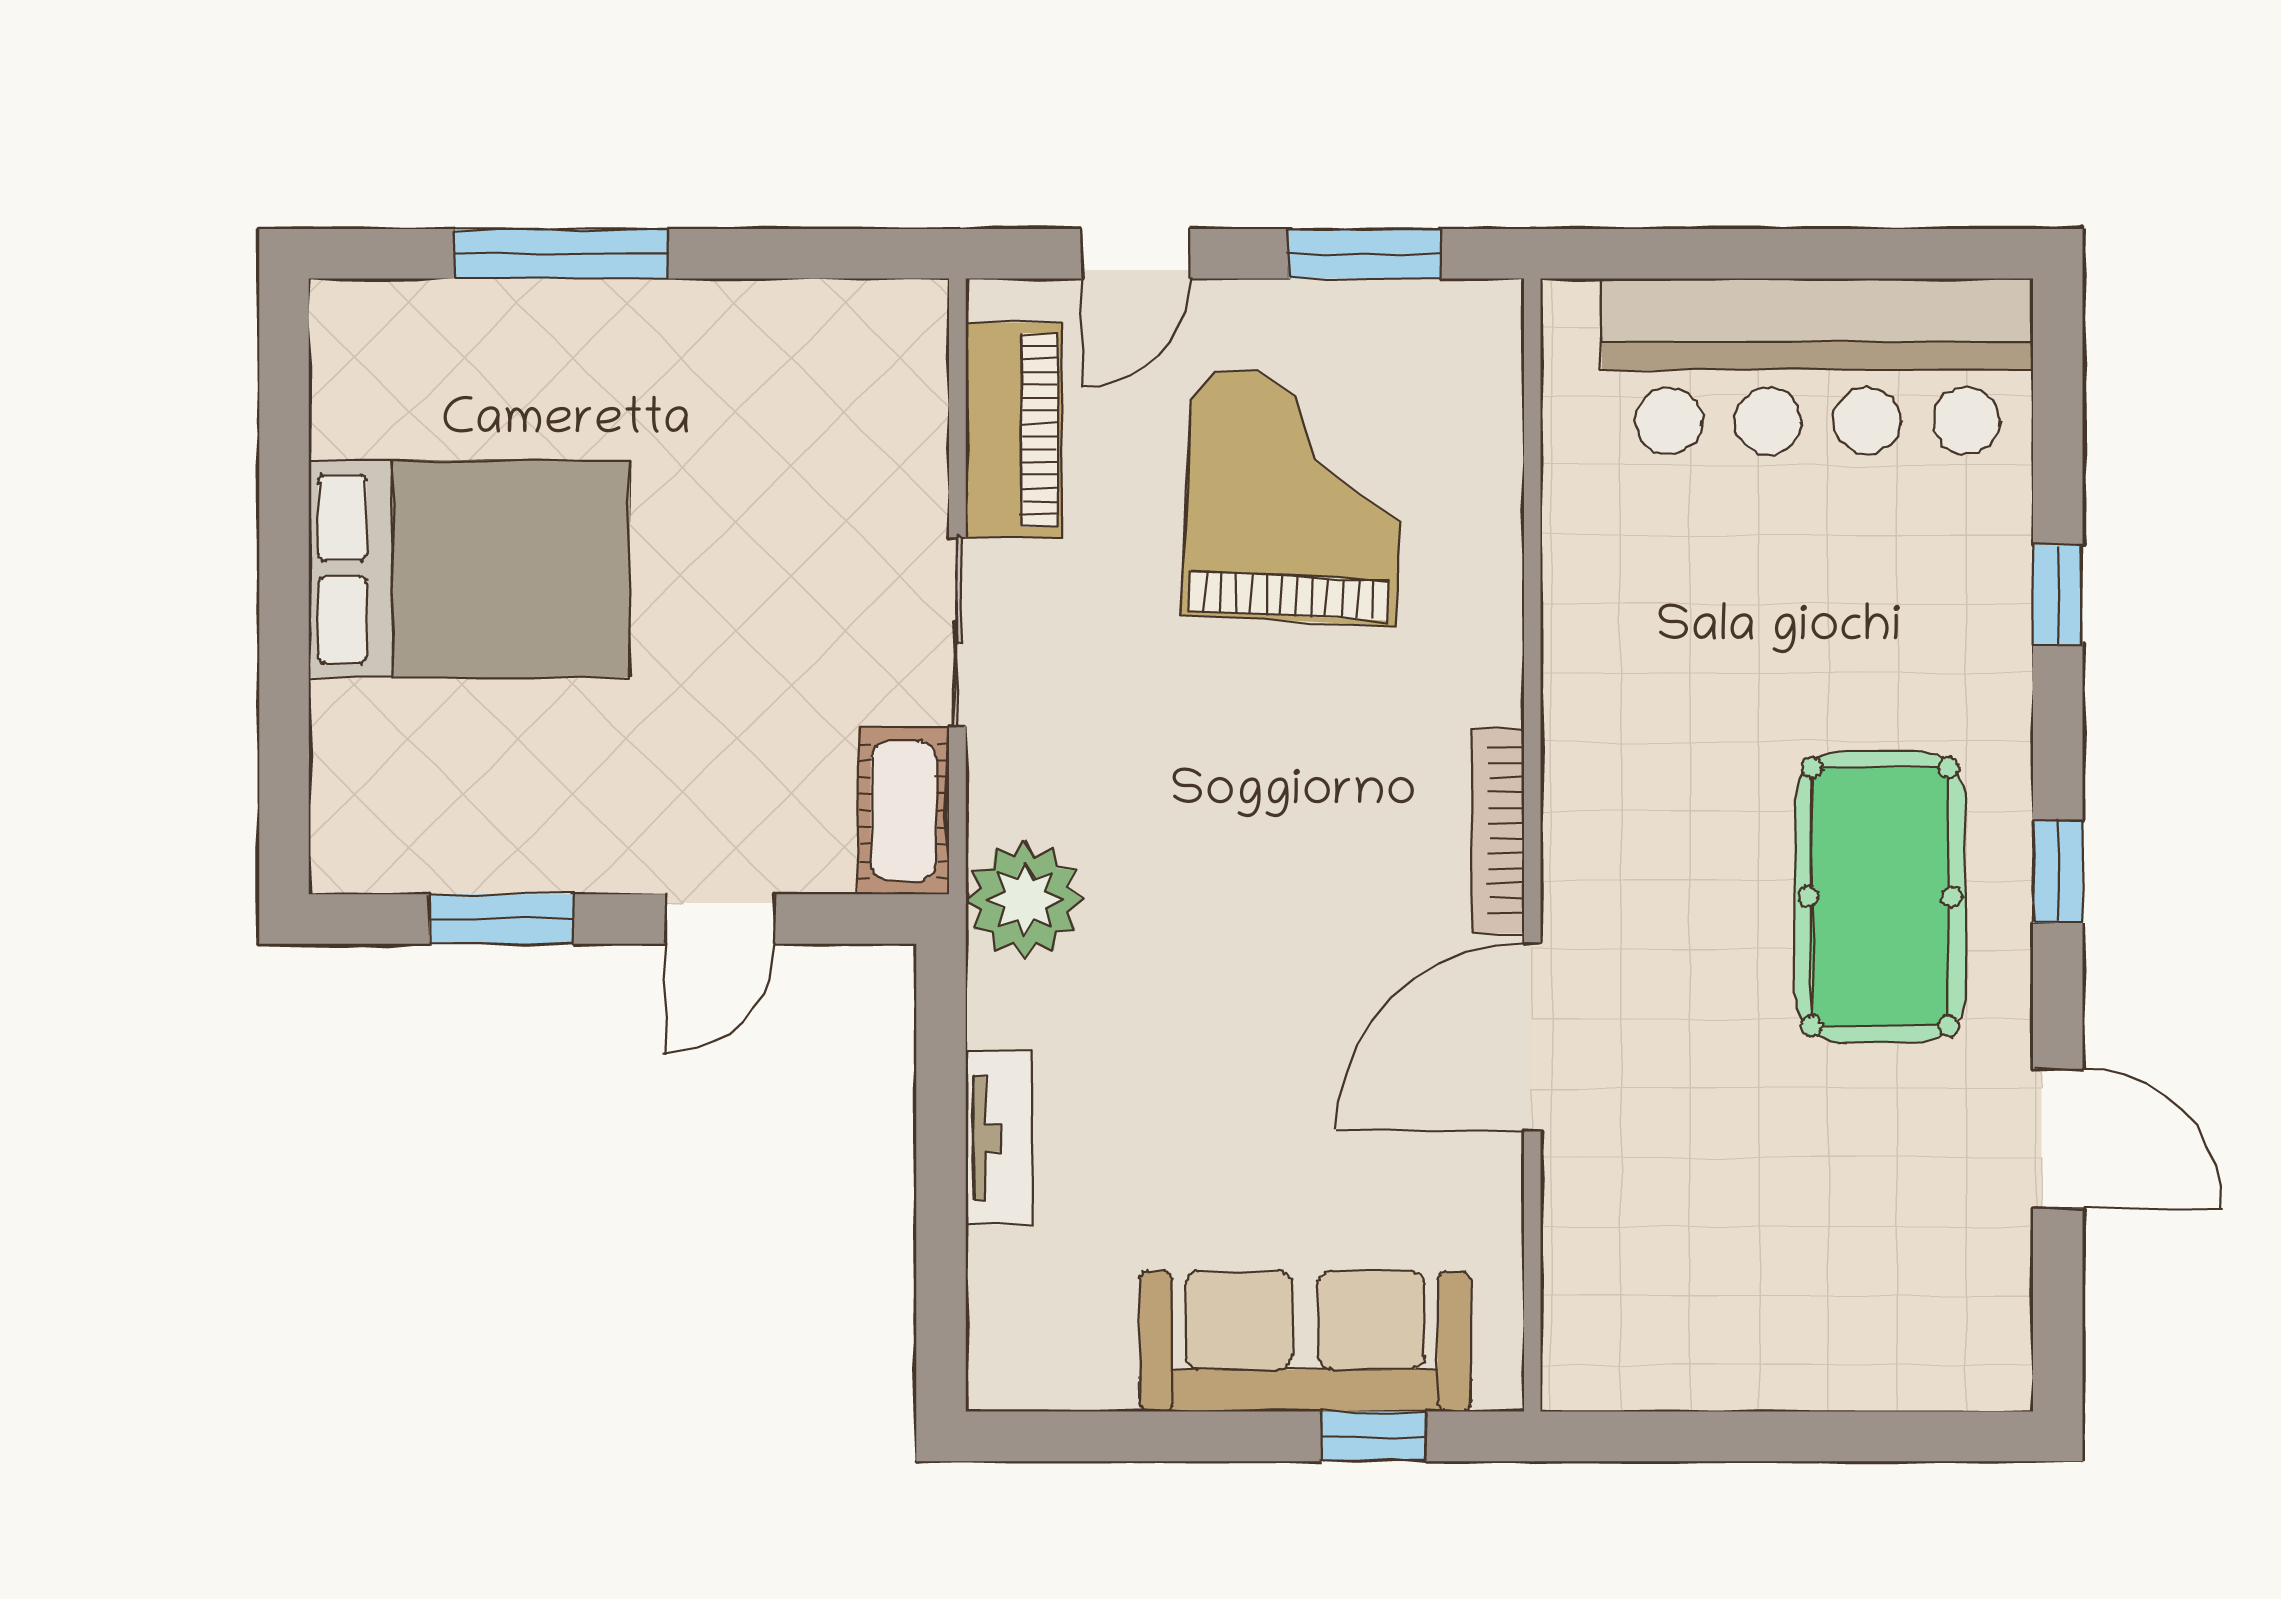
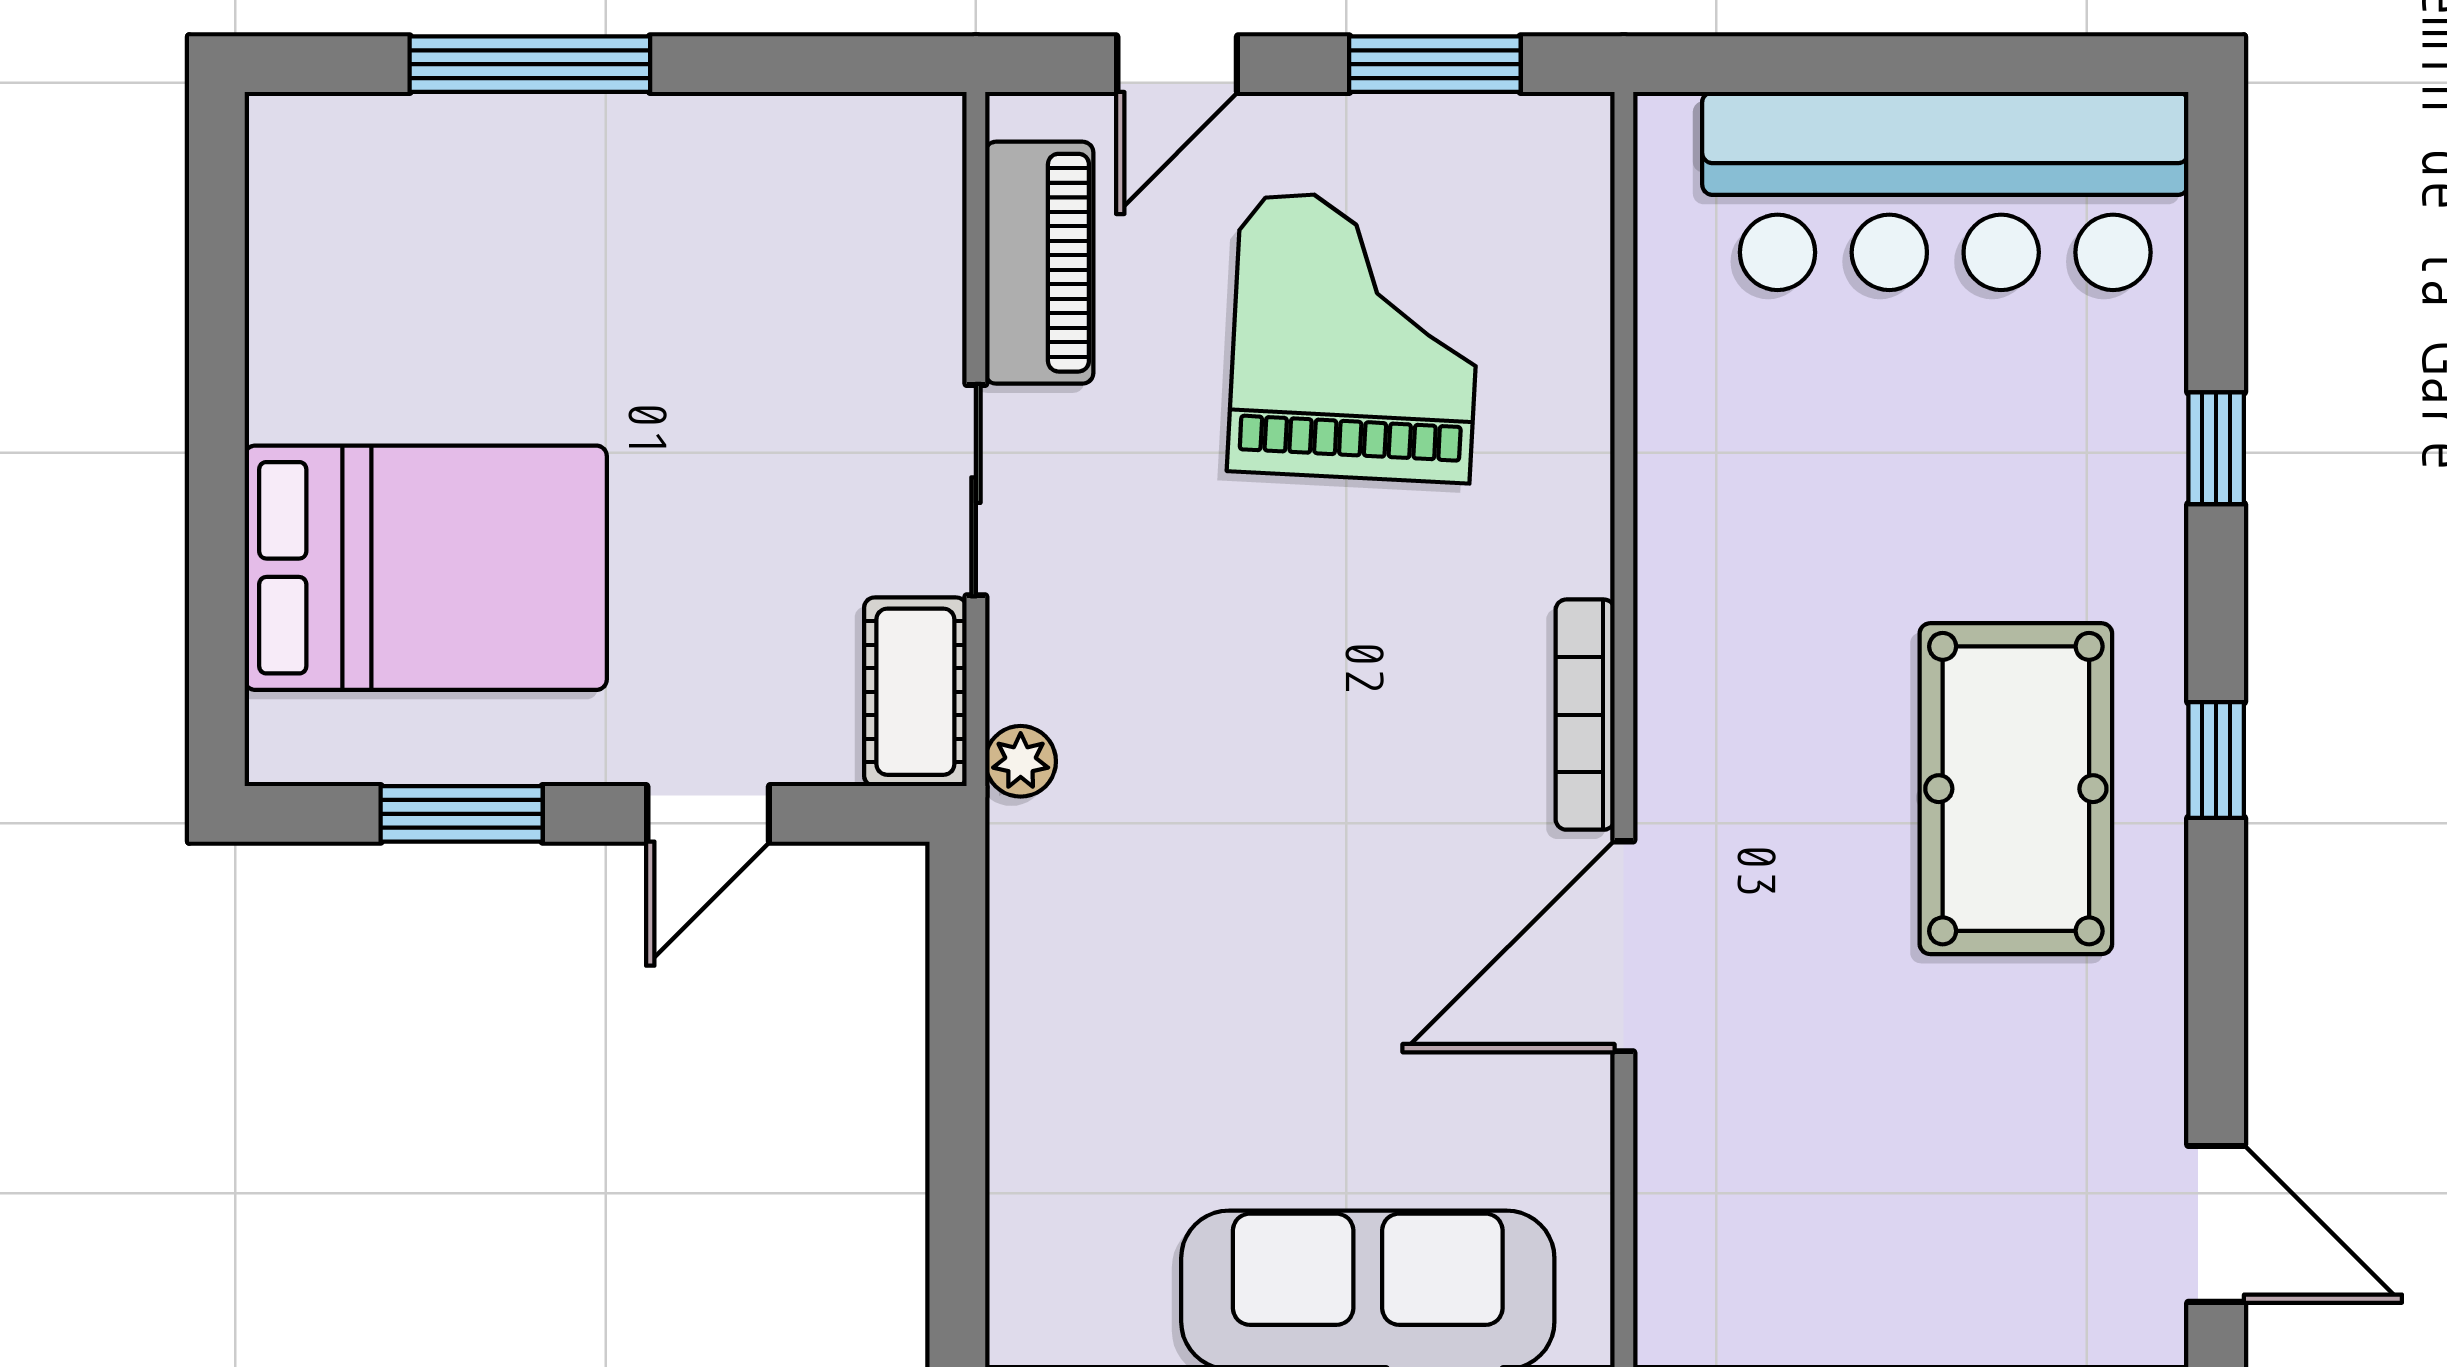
bed: (469, 569) -> (426, 568), moved
plant: (1024, 900) -> (1021, 761), width x0.53, depth x0.53
tv unit: (999, 1138) -> (1023, 1060), removed
door: (2058, 1139) -> (2216, 1224), moved

